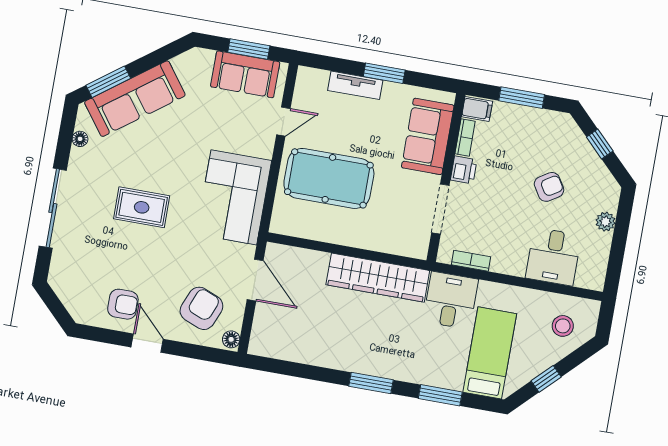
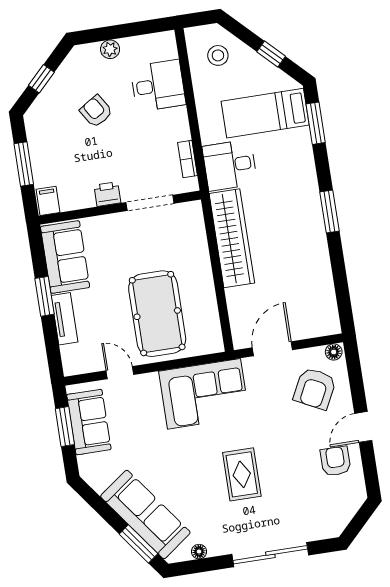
sofa: (428, 136) -> (65, 257), moved, turned -90
bookcase: (465, 137) -> (78, 203), removed
armchair: (201, 308) -> (315, 389), turned -85
window: (440, 395) -> (316, 123), moved

